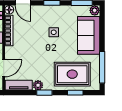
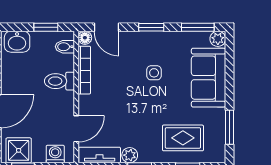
window: (102, 67) -> (229, 127), width x0.69
rug: (72, 74) -> (183, 138), width x0.73, depth x0.70

